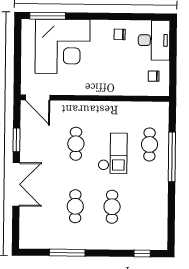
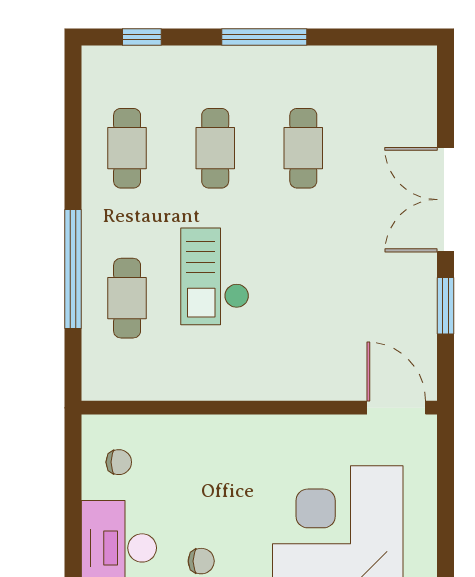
cafe table: (76, 144) -> (127, 148), moved
window: (67, 253) -> (264, 37), moved

